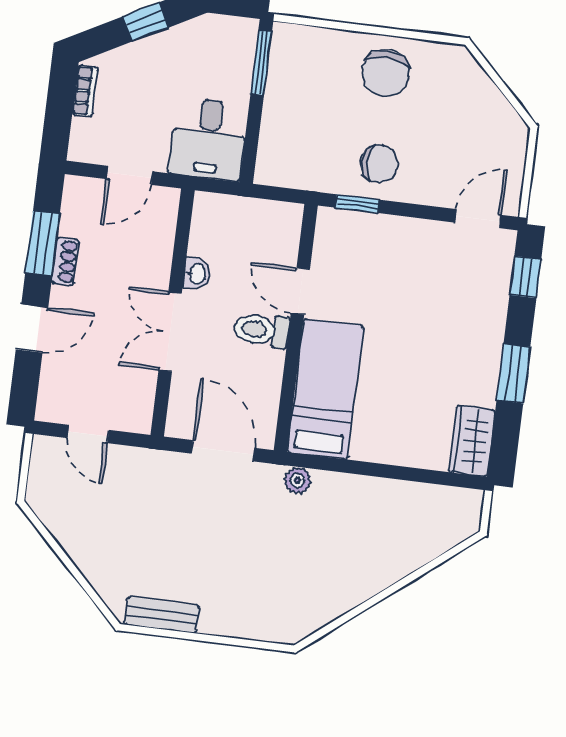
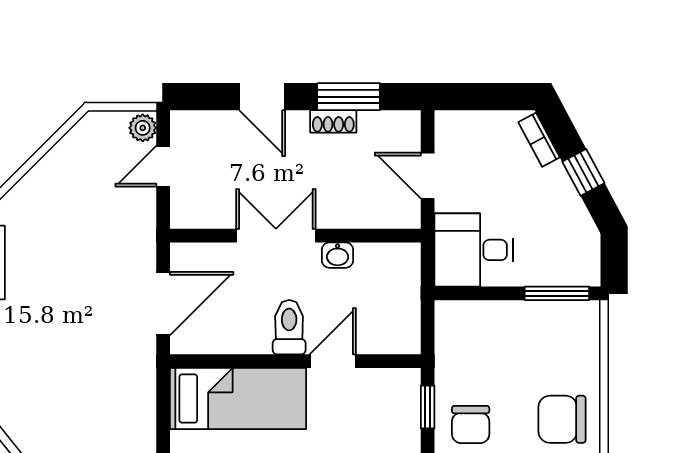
bookcase: (85, 91) -> (539, 140), moved, turned 62
plant: (297, 480) -> (143, 128), moved

